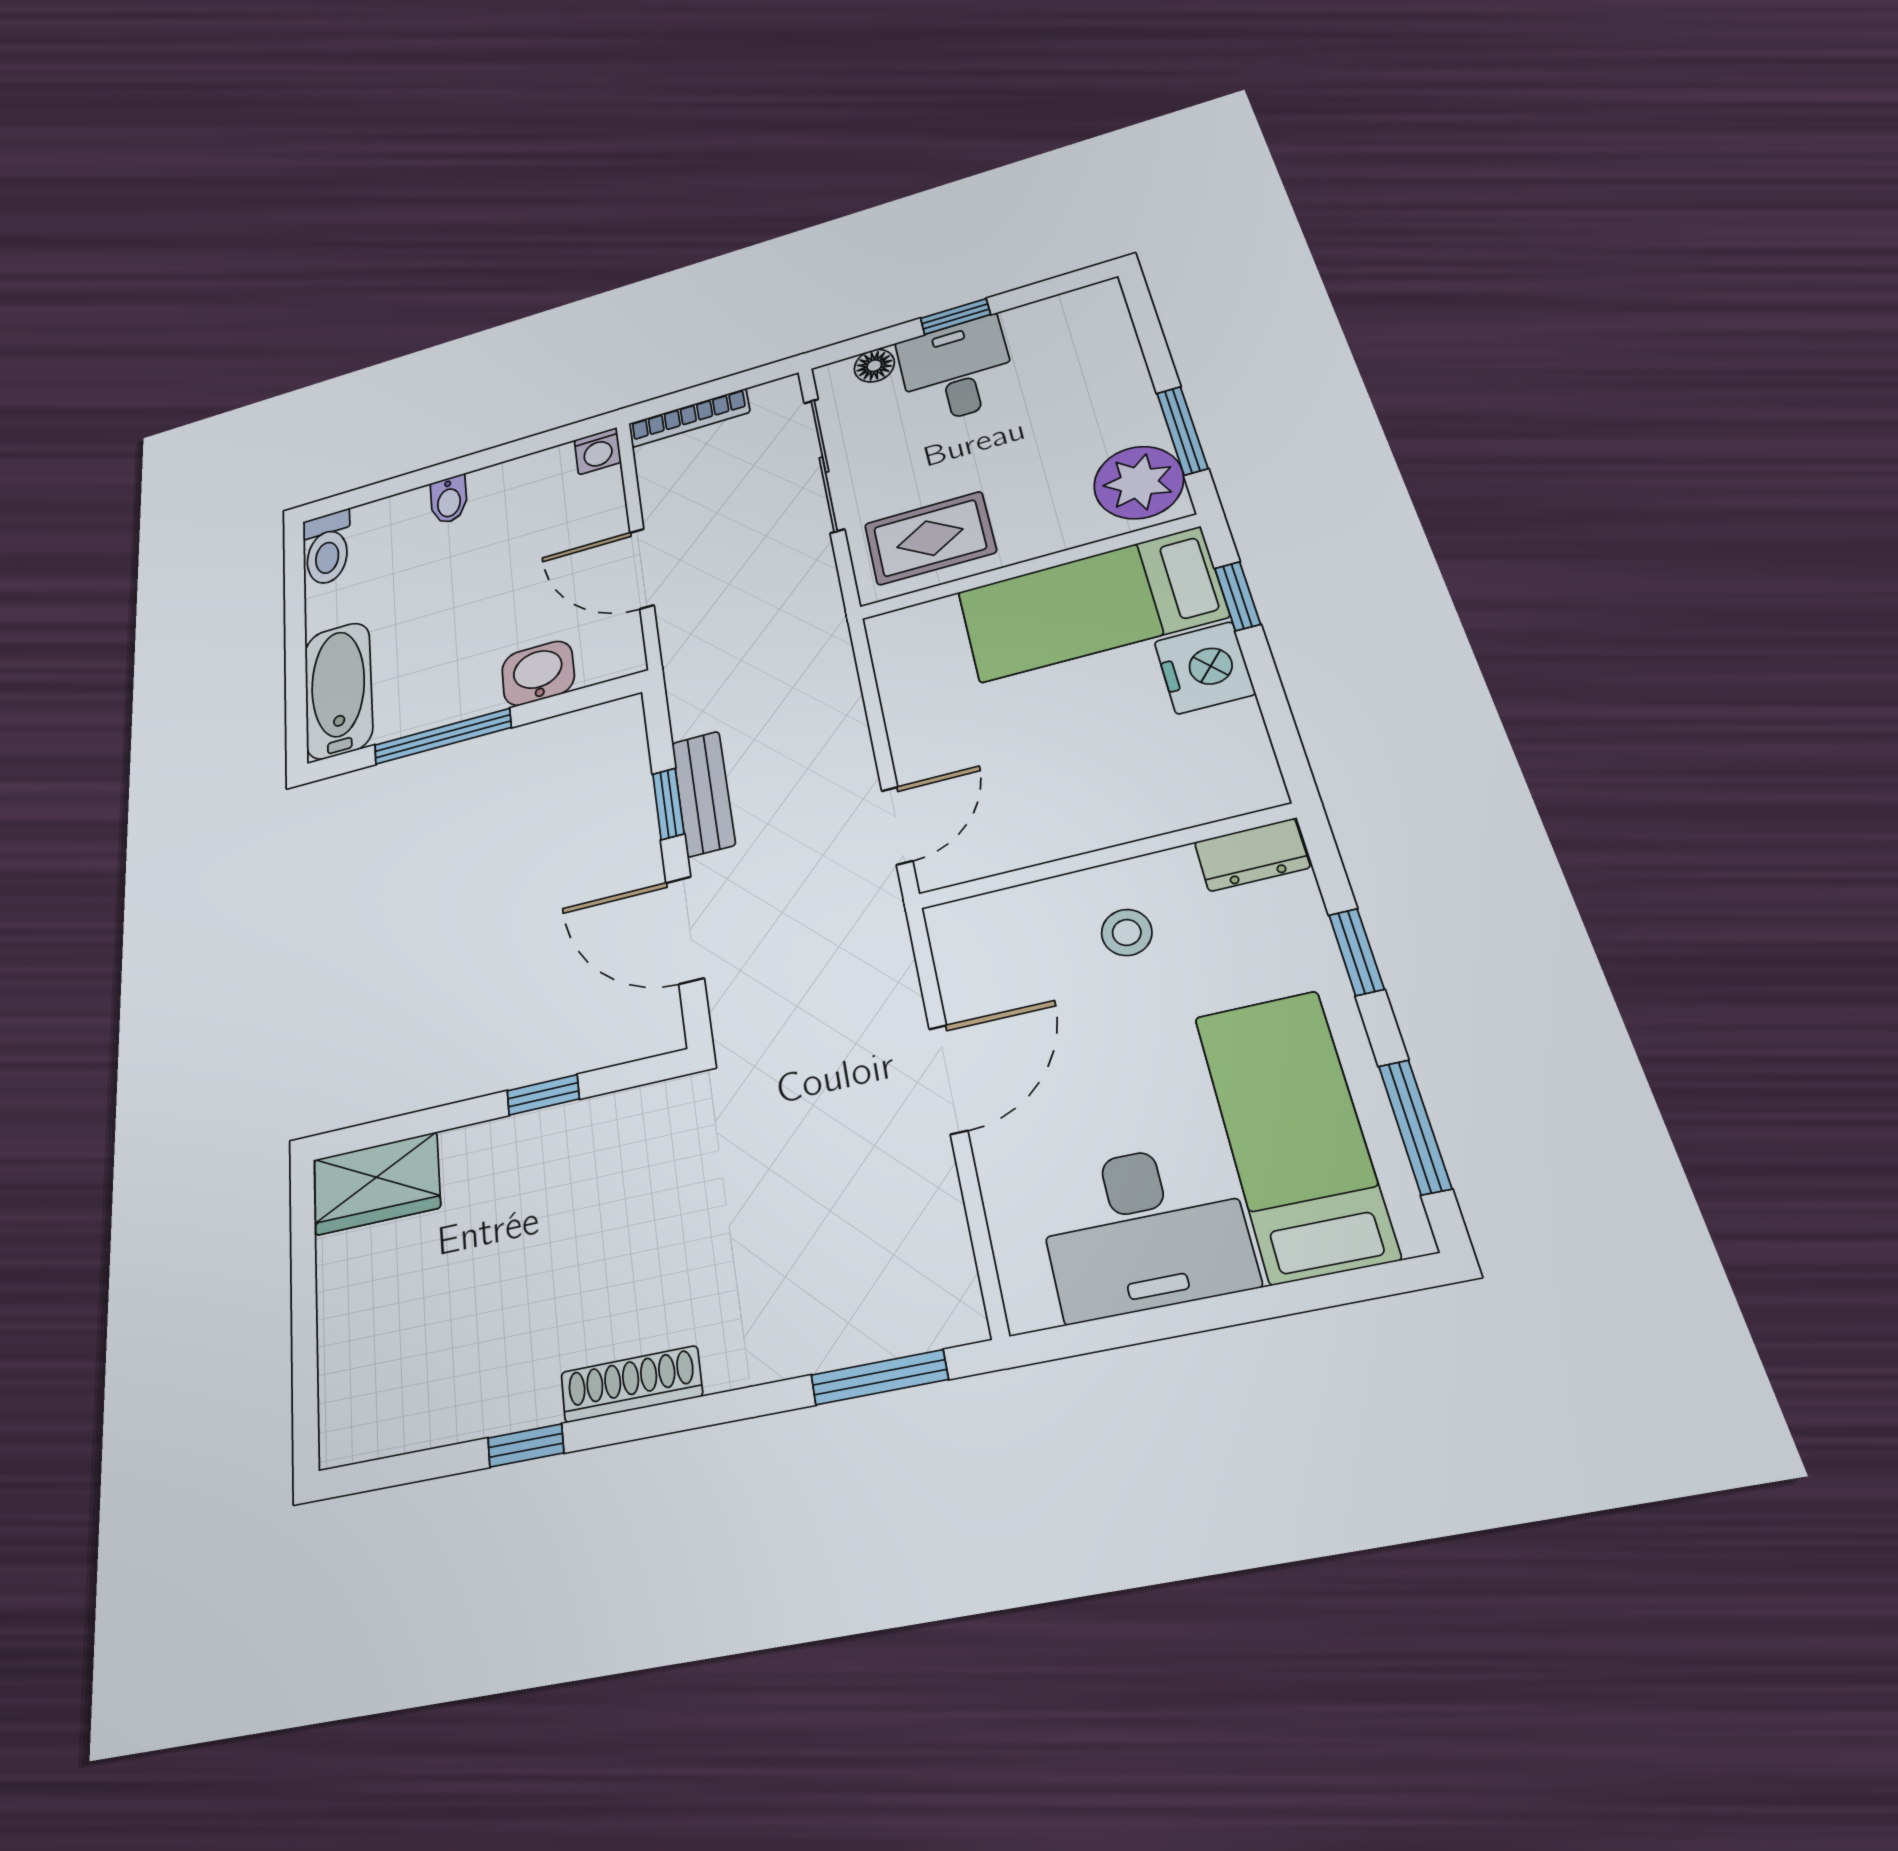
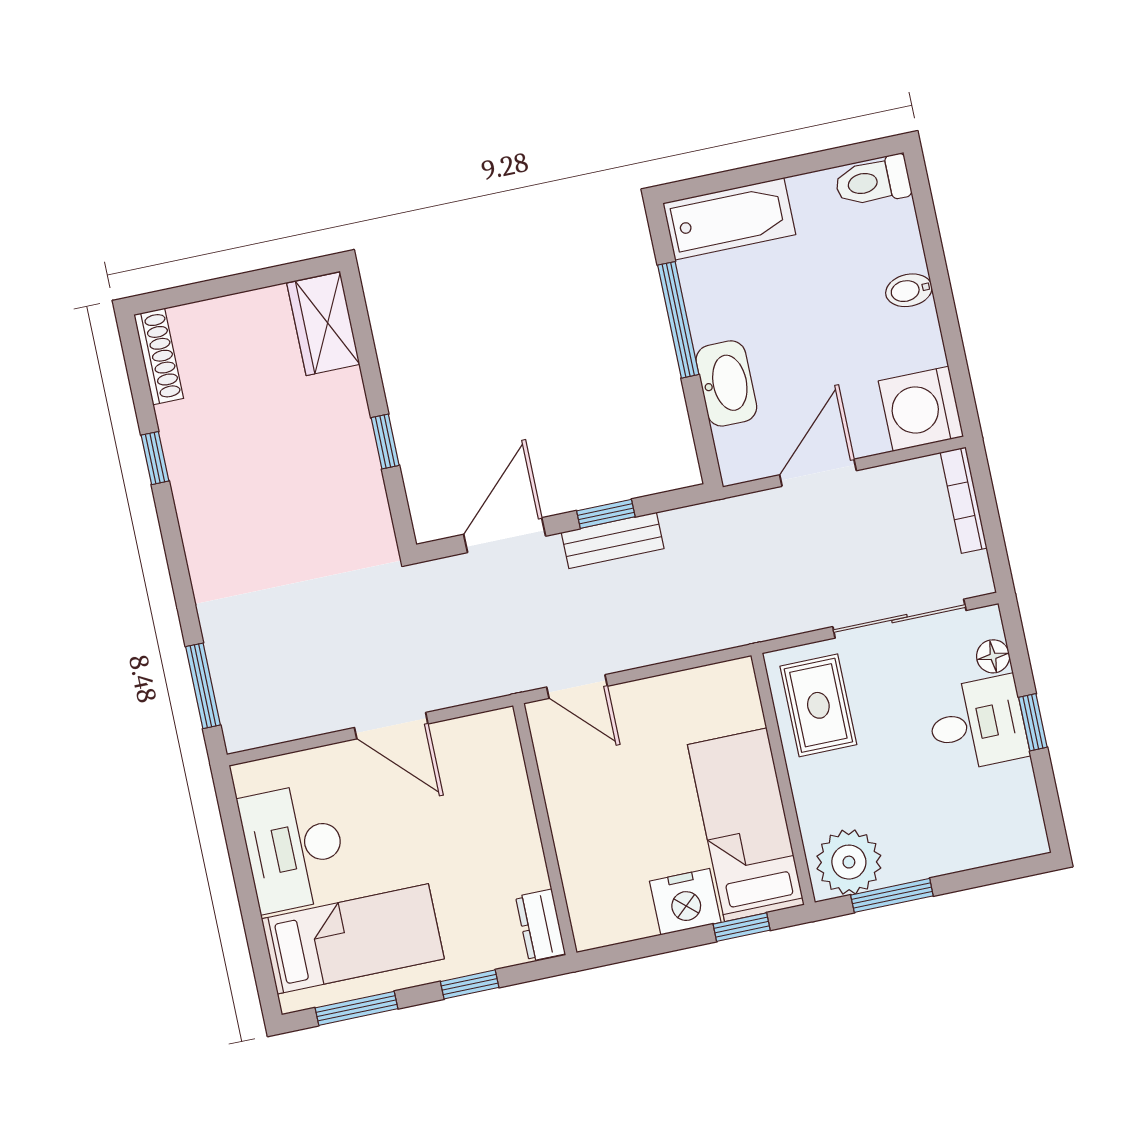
washing machine: (598, 451) -> (921, 409), width x1.89, depth x1.89
washbasin: (538, 673) -> (726, 383), width x1.38
stool: (1127, 932) -> (489, 843), removed
shoe rack: (631, 1384) -> (159, 356), moved

